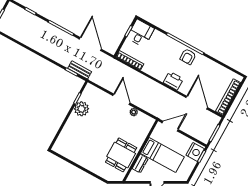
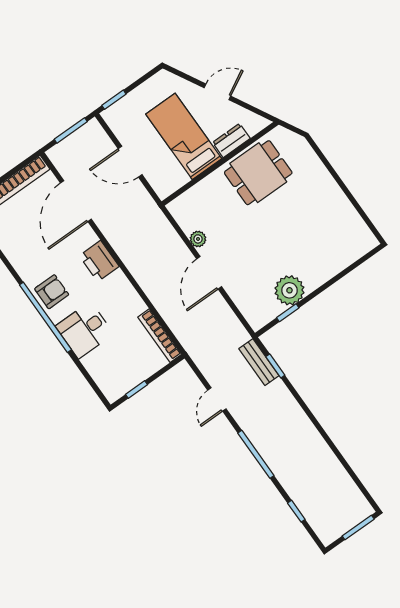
desk: (141, 33) -> (85, 330), moved
door: (90, 44) -> (217, 399), width x0.53
door: (170, 126) -> (130, 162), moved
nightstand: (195, 152) -> (122, 113), removed

